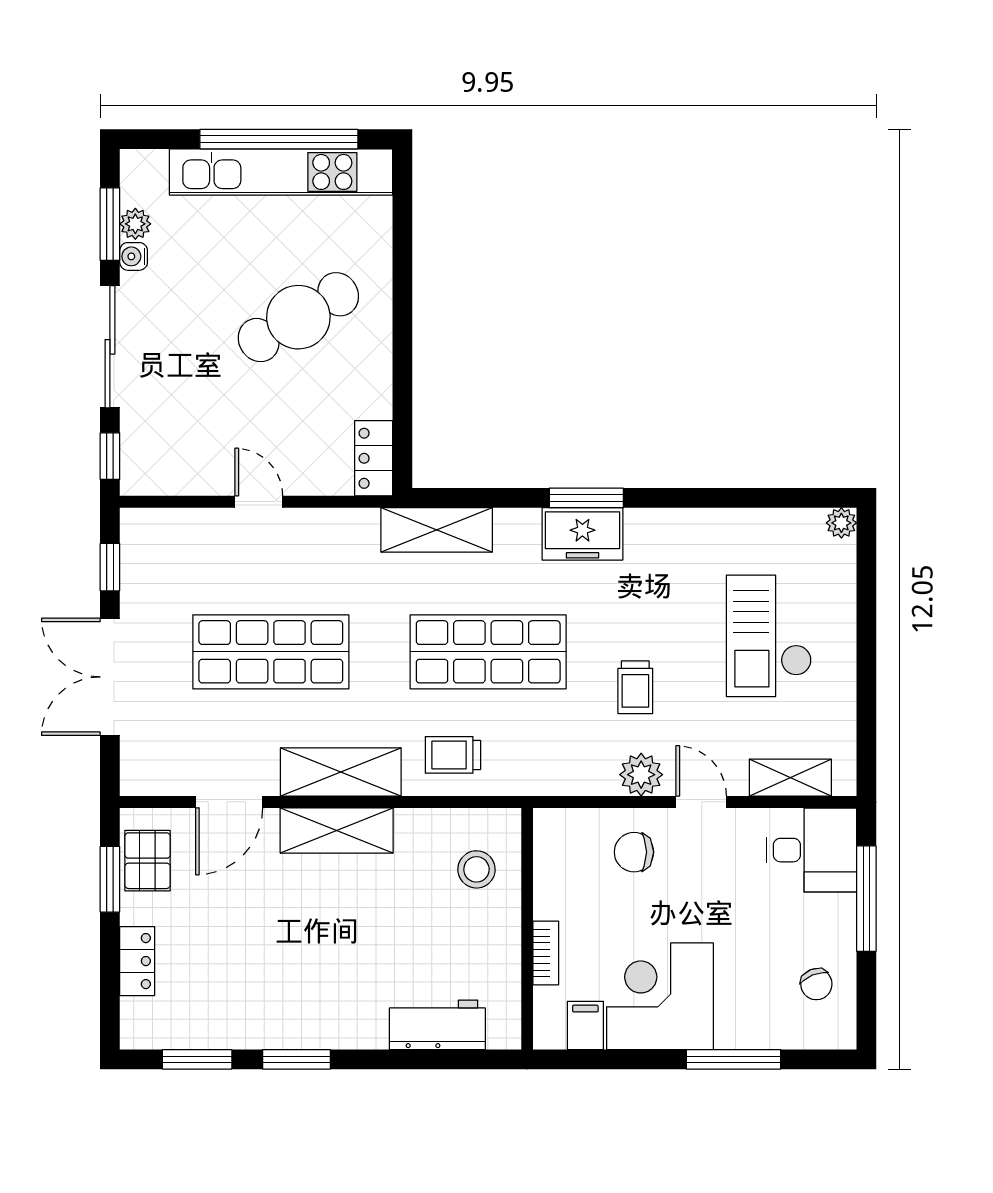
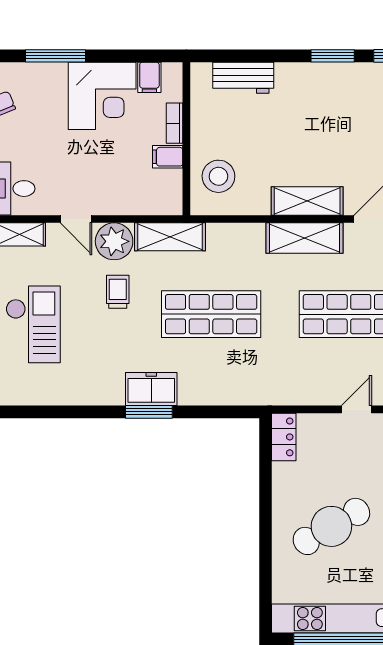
door: (259, 502) -> (356, 409), swing flipped
shelving: (437, 530) -> (170, 237), moved
trolley: (453, 755) -> (233, 249), removed
plant: (641, 775) -> (114, 241), width x1.36, depth x1.36
chair: (634, 852) -> (119, 187), removed
stool: (476, 869) -> (218, 176), width x1.38, depth x1.38
filing cabinet: (557, 900) -> (168, 157), added

